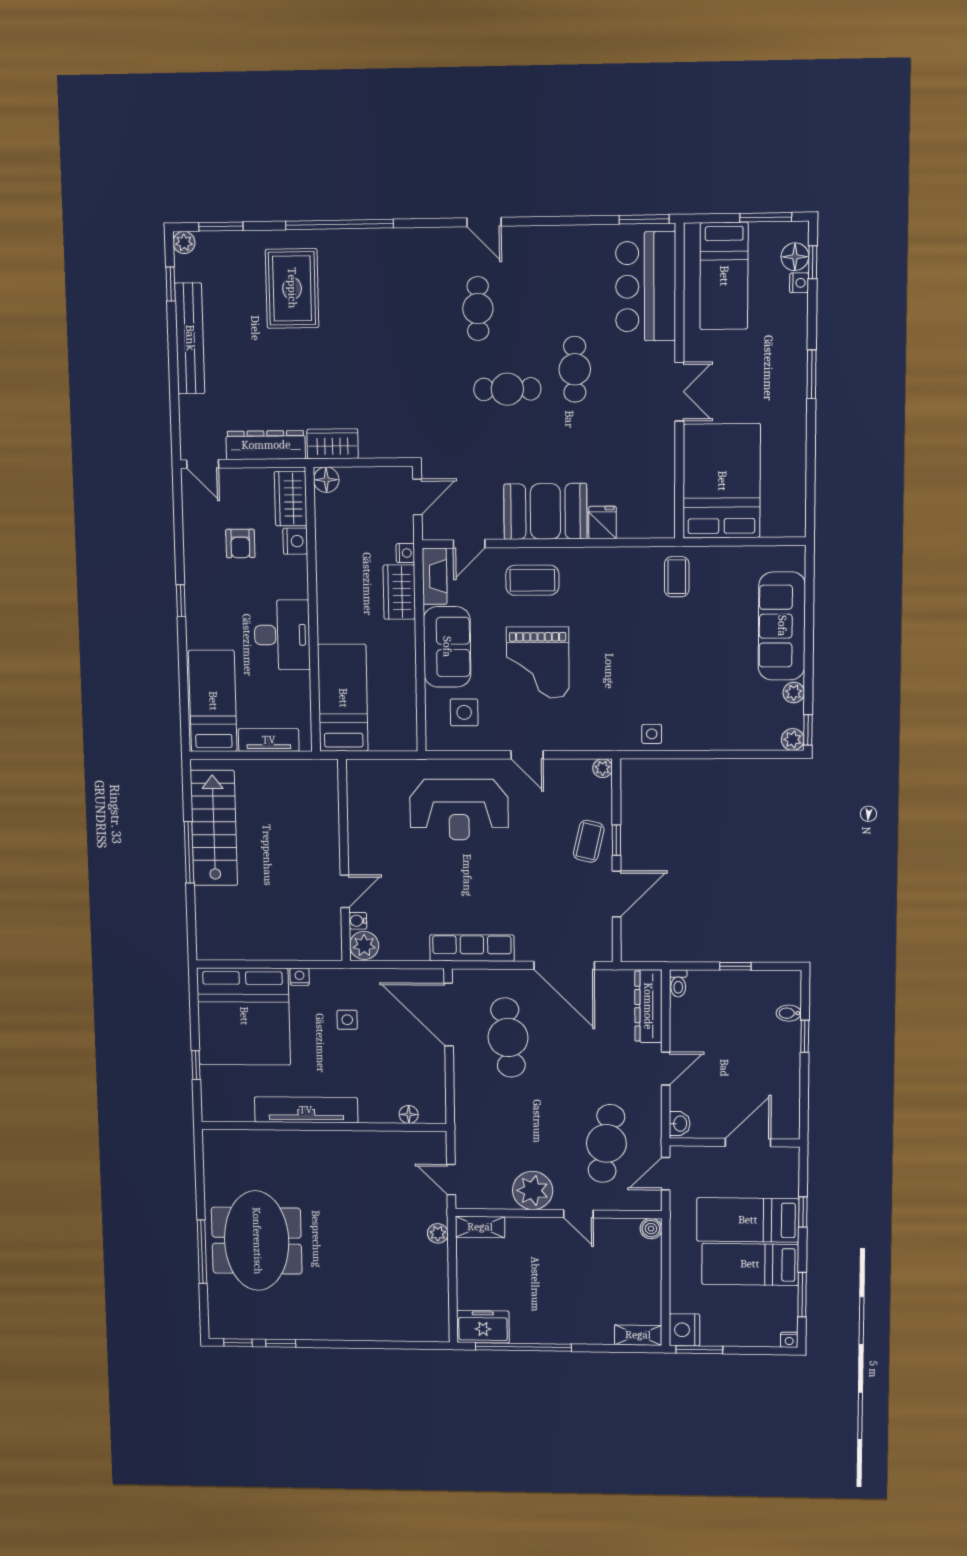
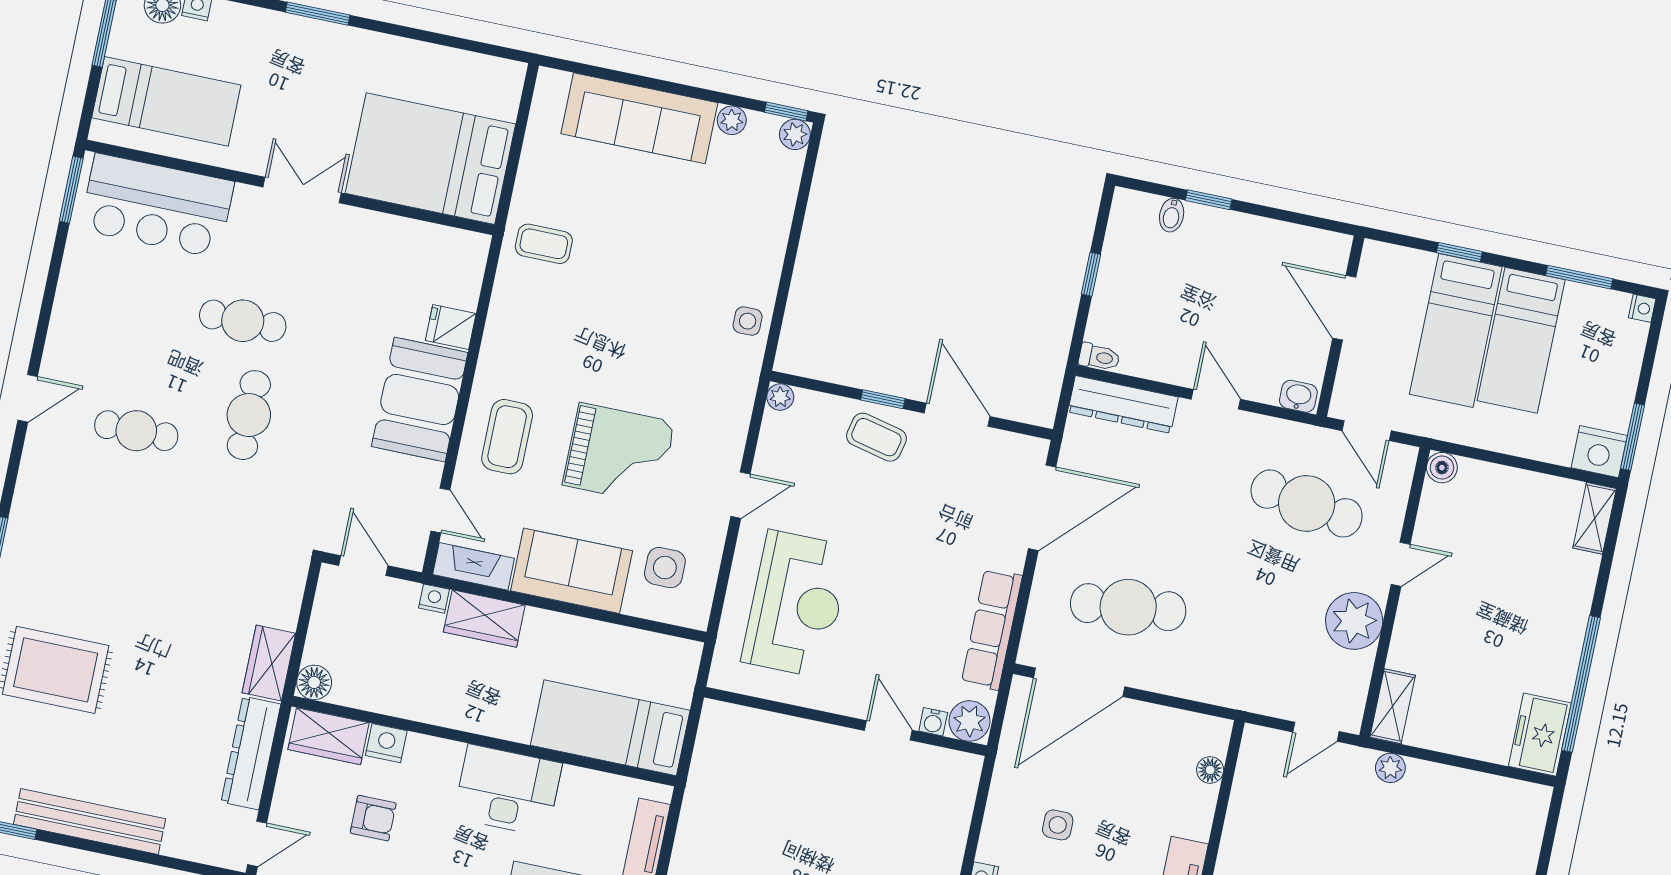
wall: (344, 861) -> (845, 721), moved
door: (345, 891) -> (888, 730), moved
water cooler: (358, 921) -> (933, 722), moved
plant: (364, 945) -> (969, 721), moved

